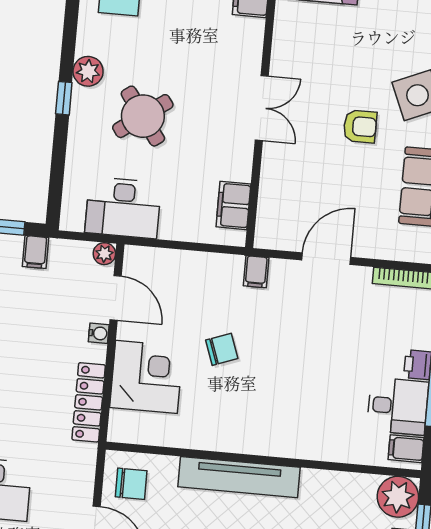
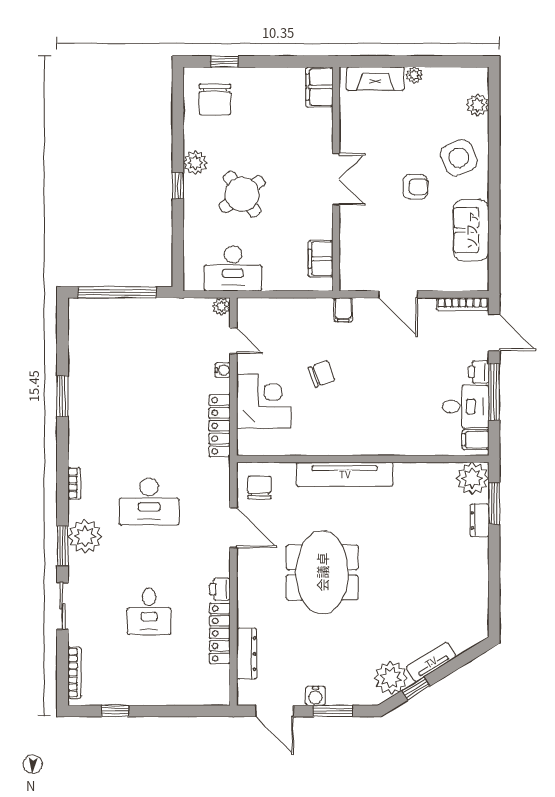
filing cabinet: (35, 252) -> (166, 310), removed
door: (326, 259) -> (398, 294), swing flipped
door: (116, 298) -> (233, 341), width x0.73
chair: (131, 484) -> (259, 487), turned -90

